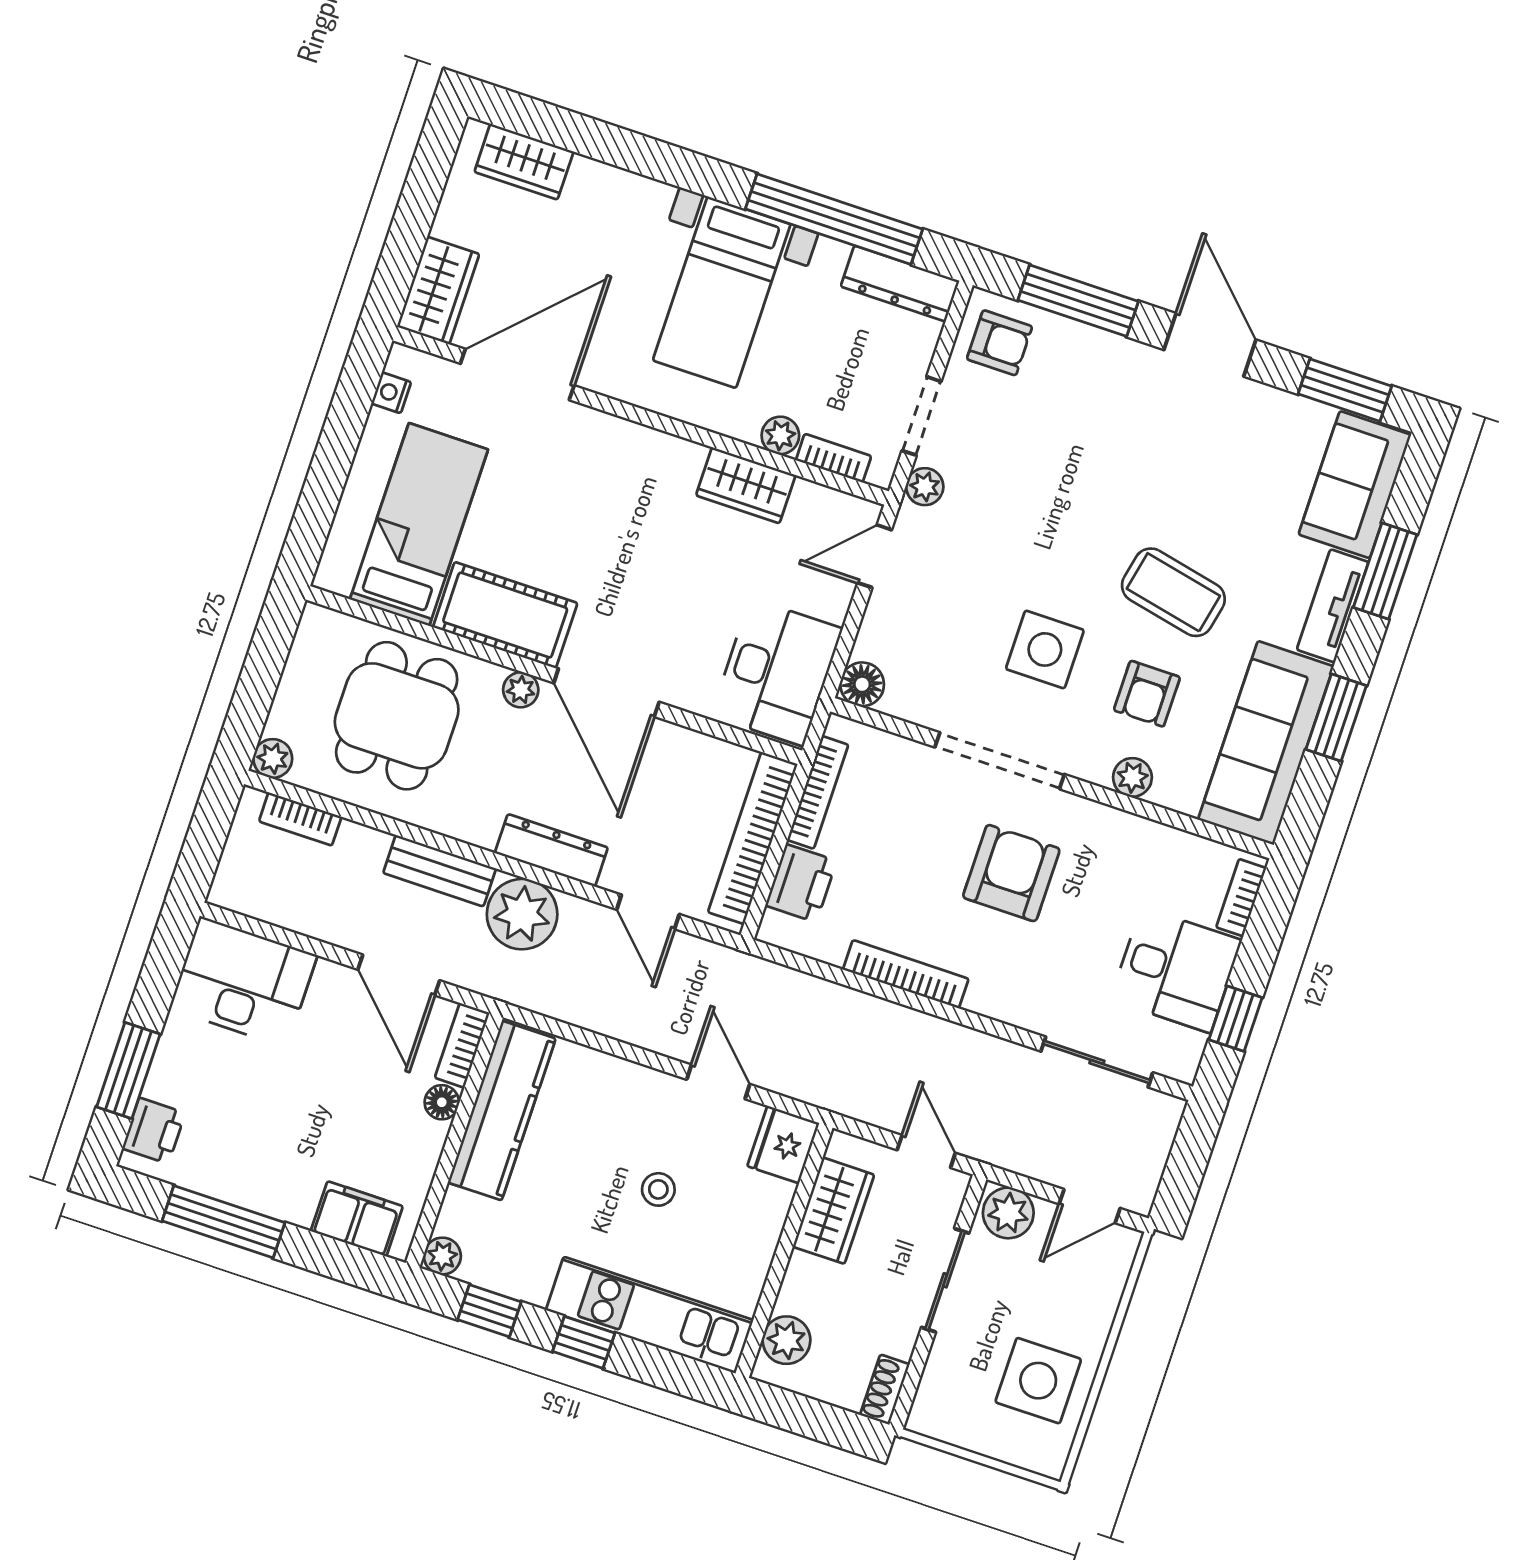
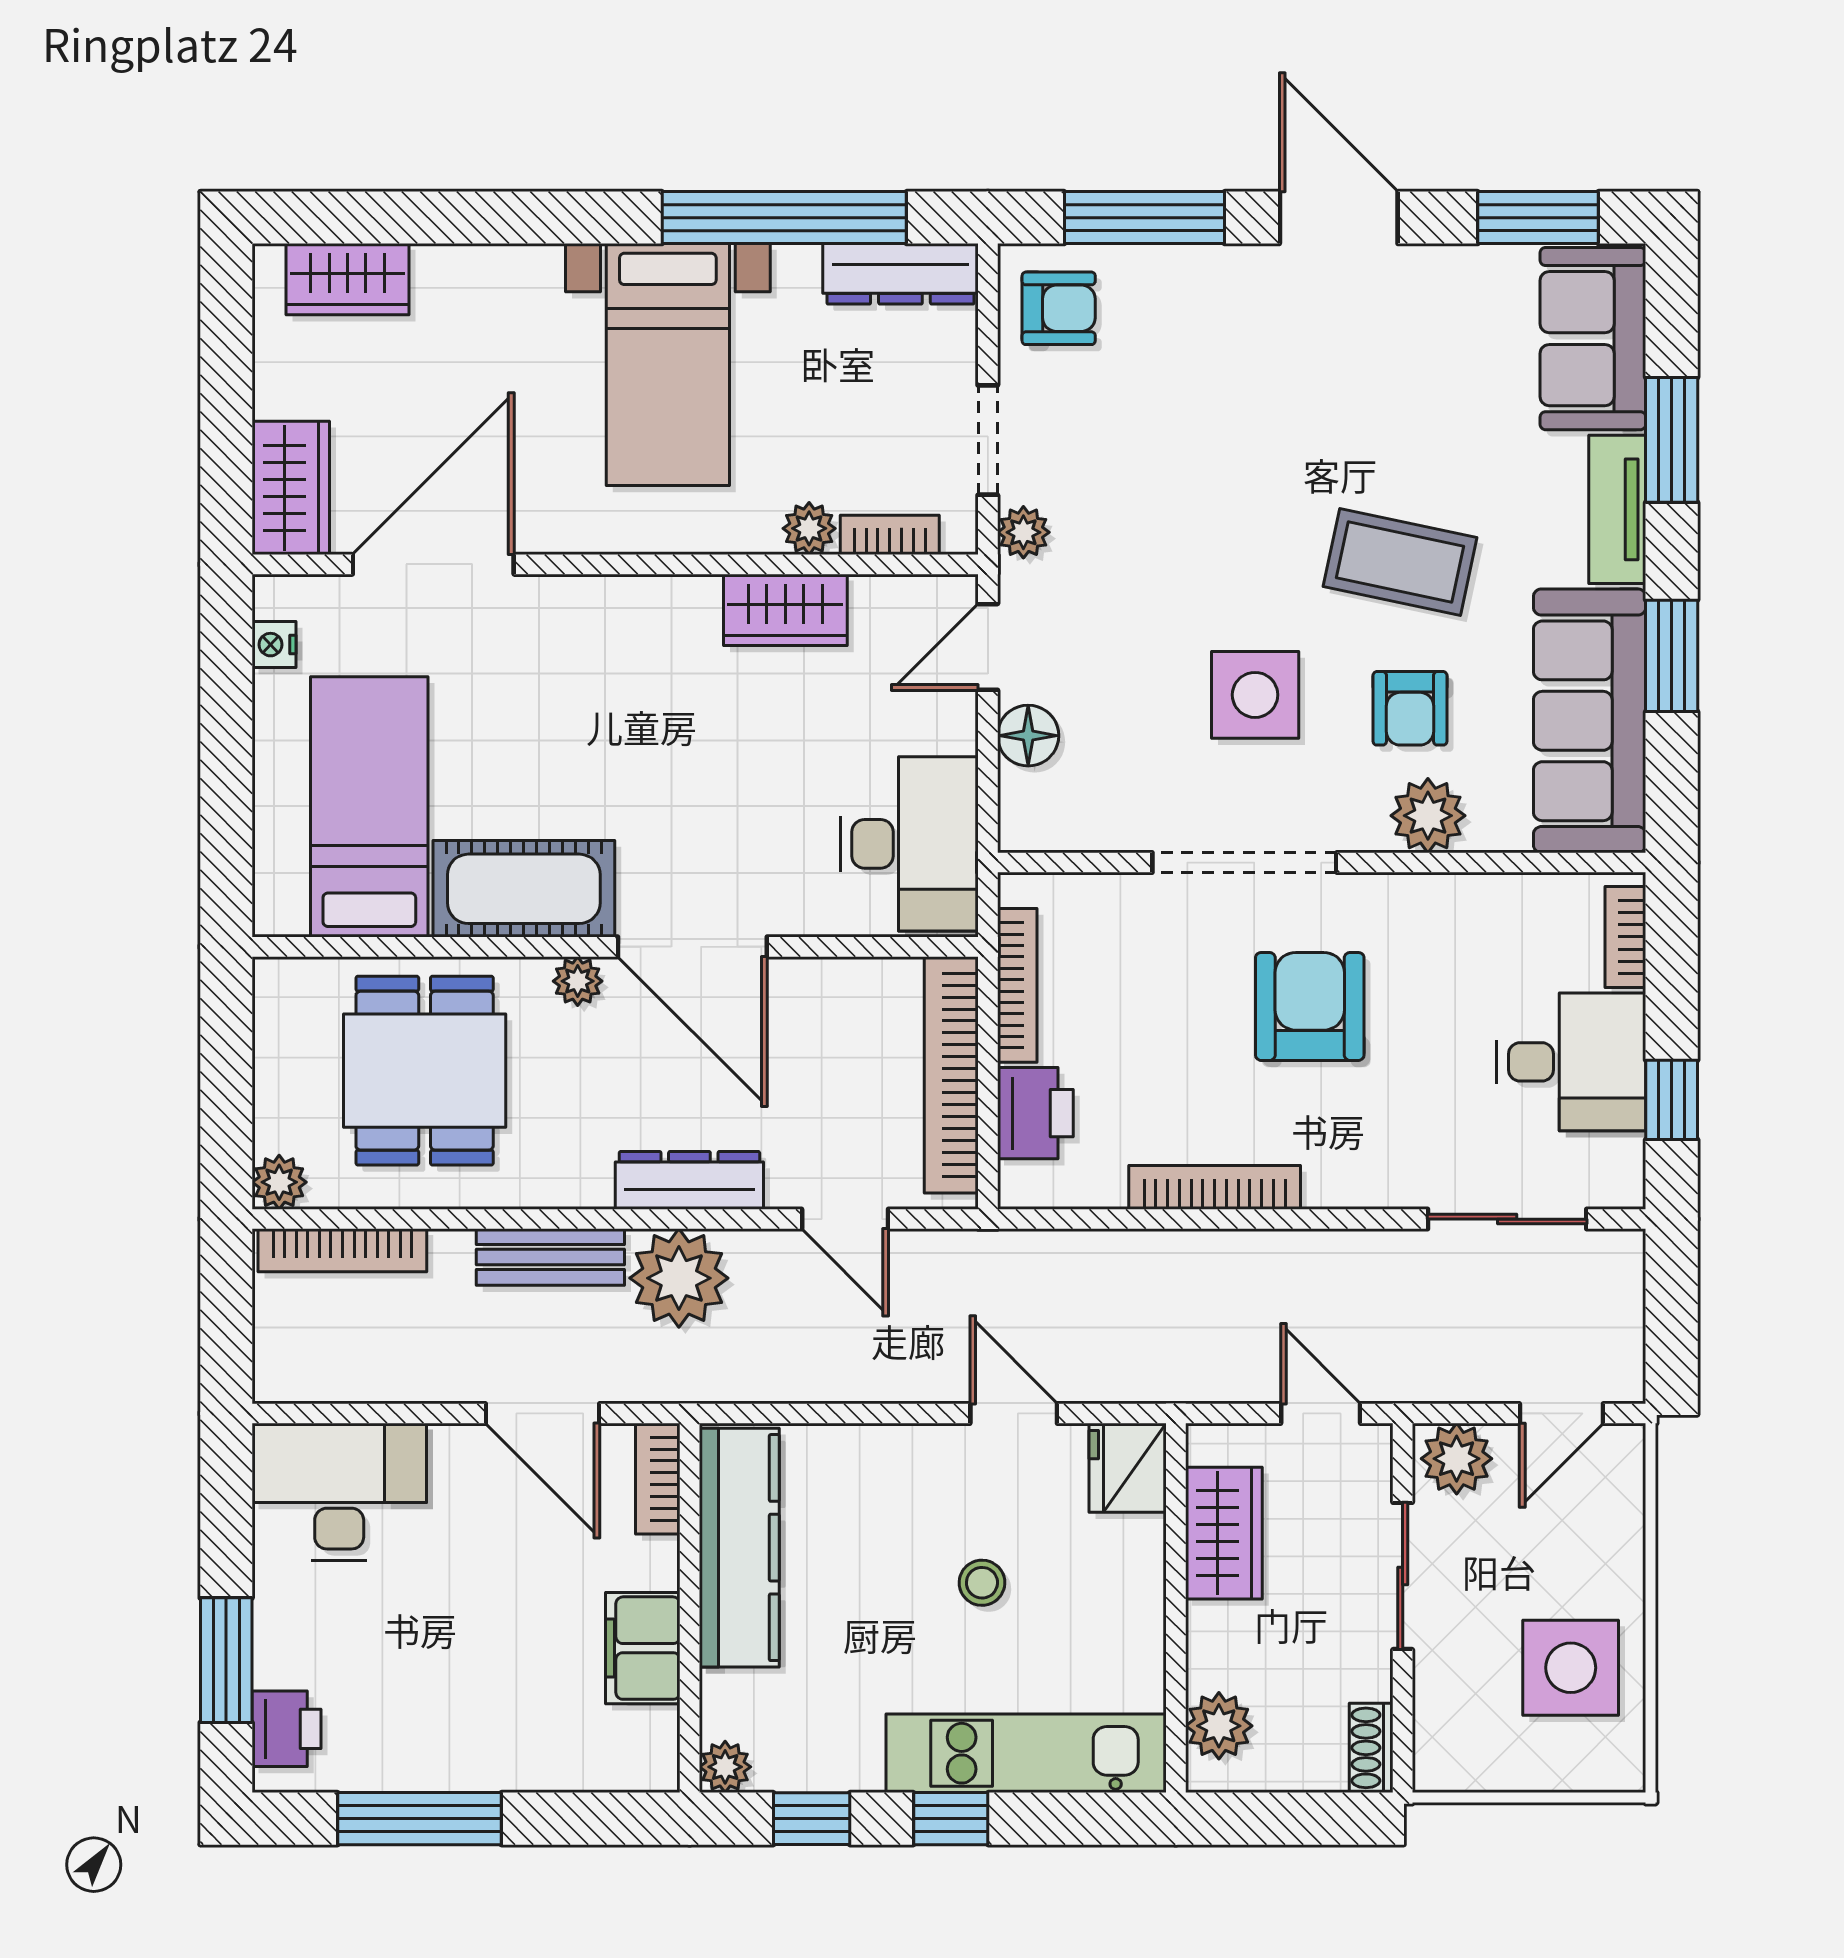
floor lamp: (862, 684) -> (1028, 736), moved
plant: (1132, 777) -> (1428, 816), width x1.38, depth x1.38
bookcase: (300, 819) -> (342, 1250), width x1.56
floor lamp: (442, 1102) -> (656, 1563), removed
filing cabinet: (357, 1219) -> (643, 1648), moved, turned -90

